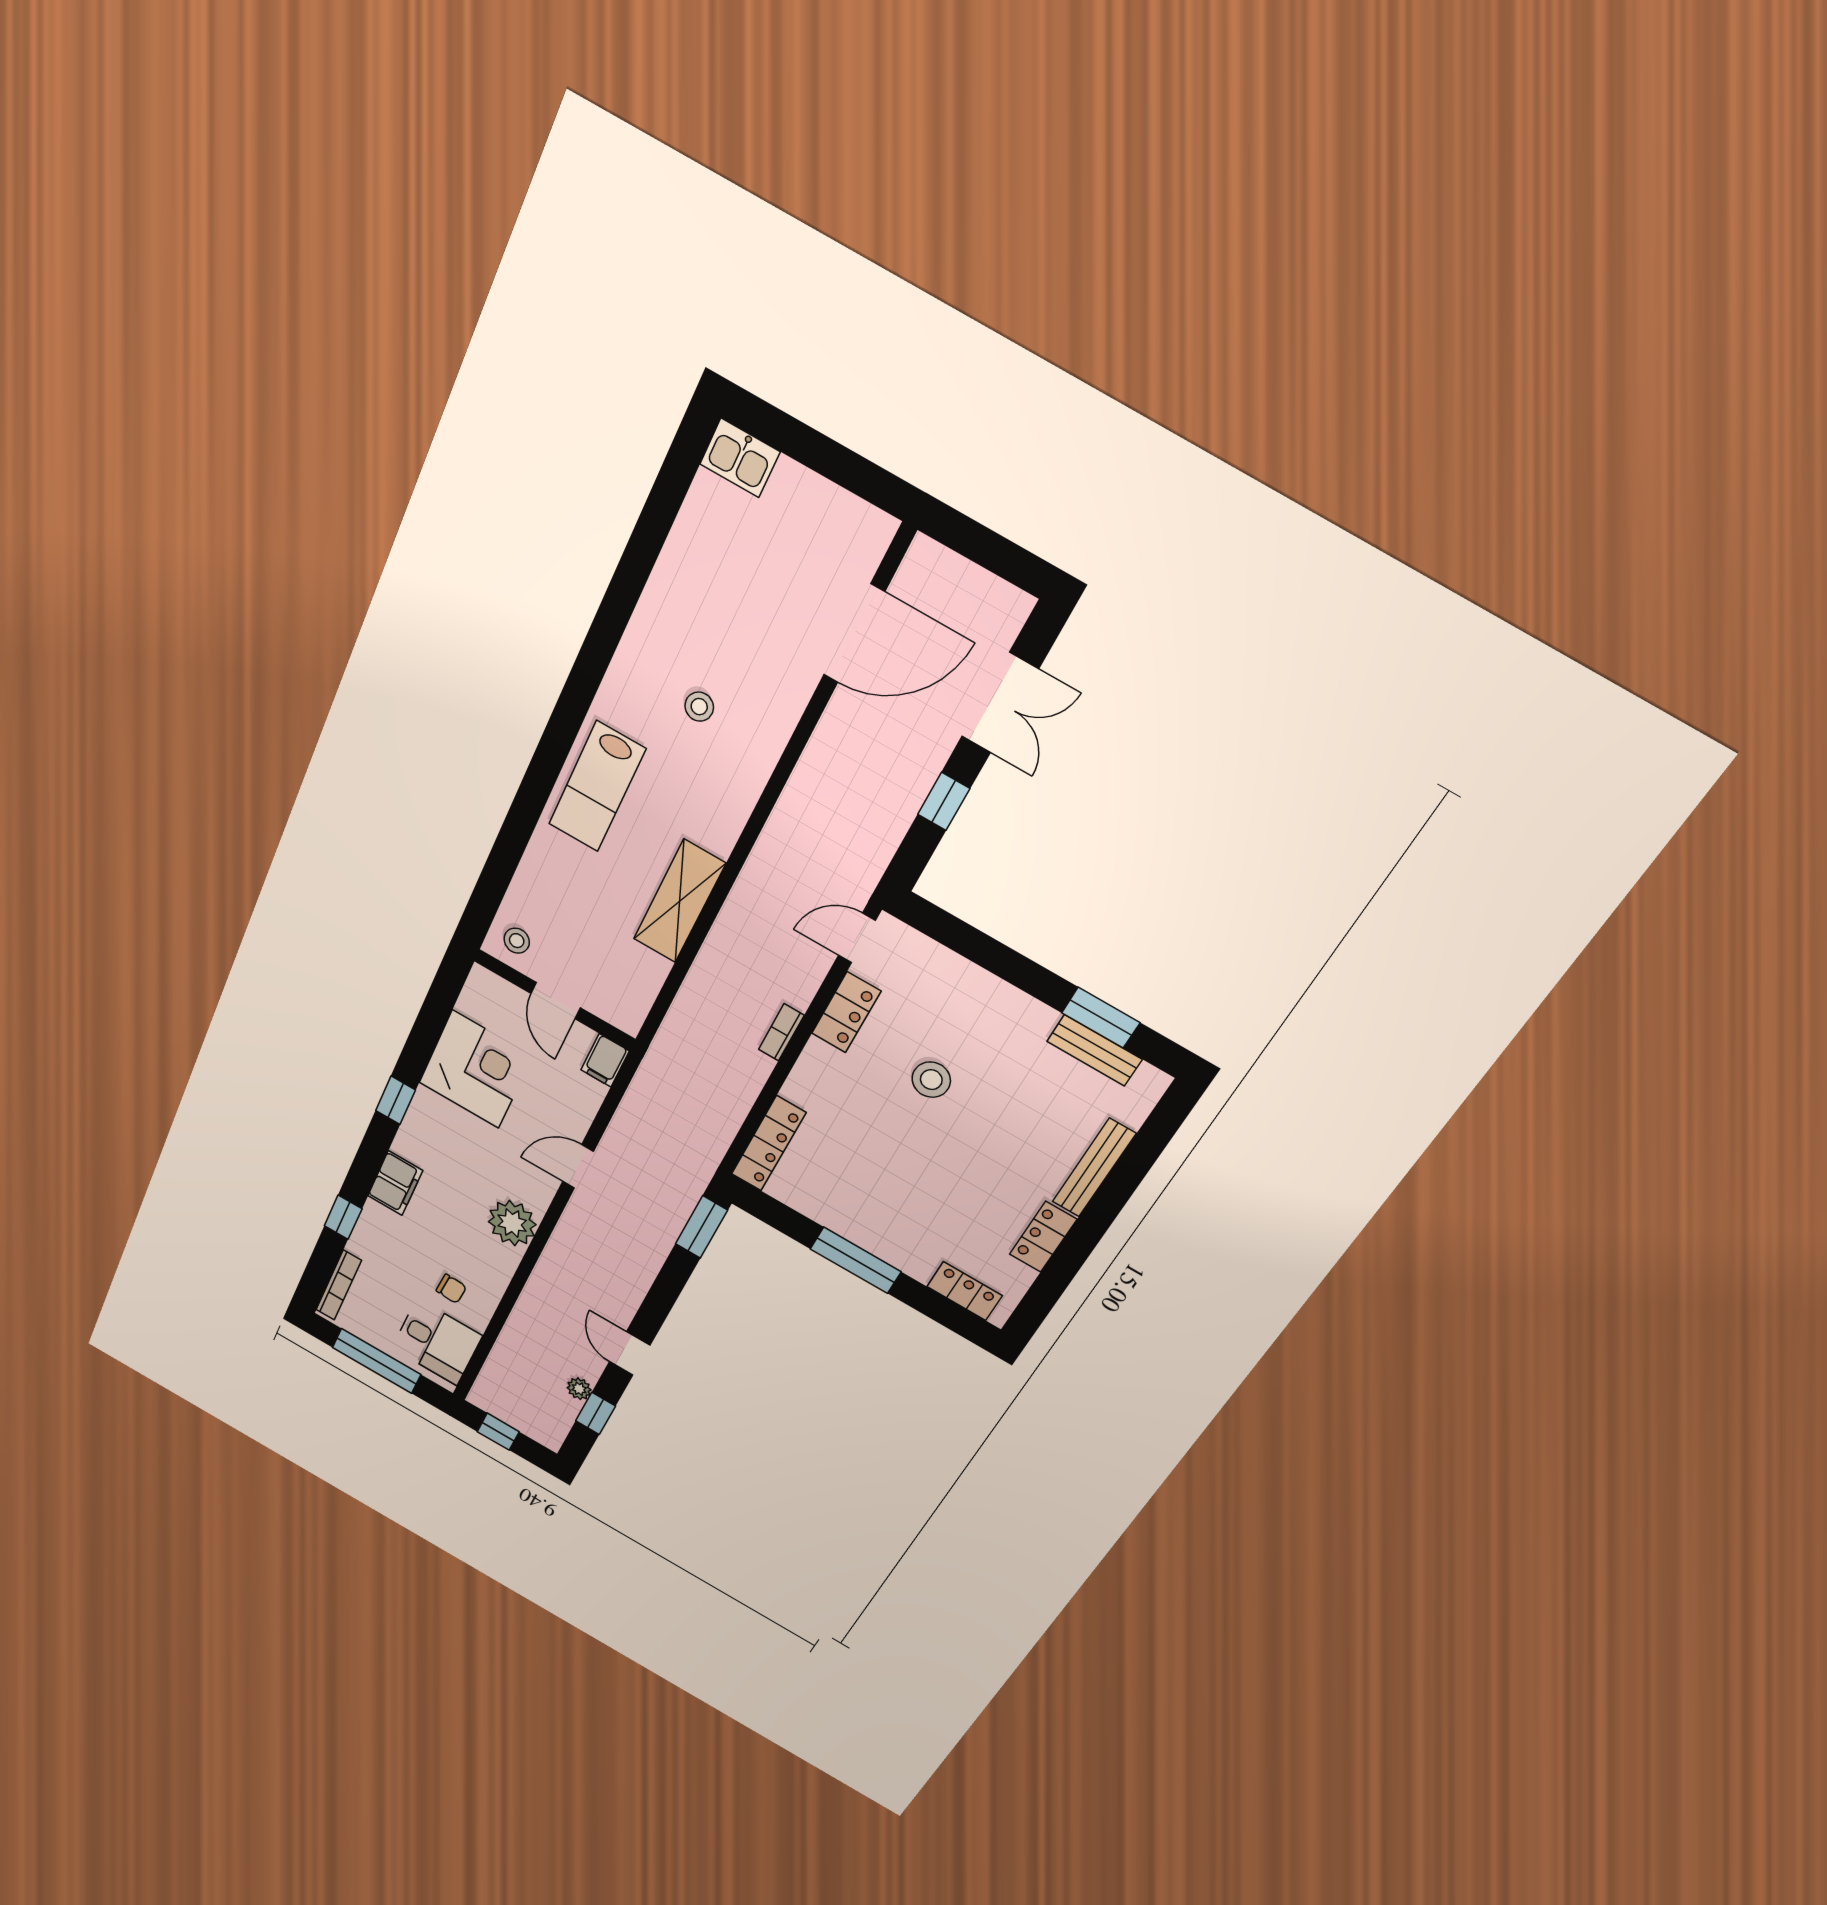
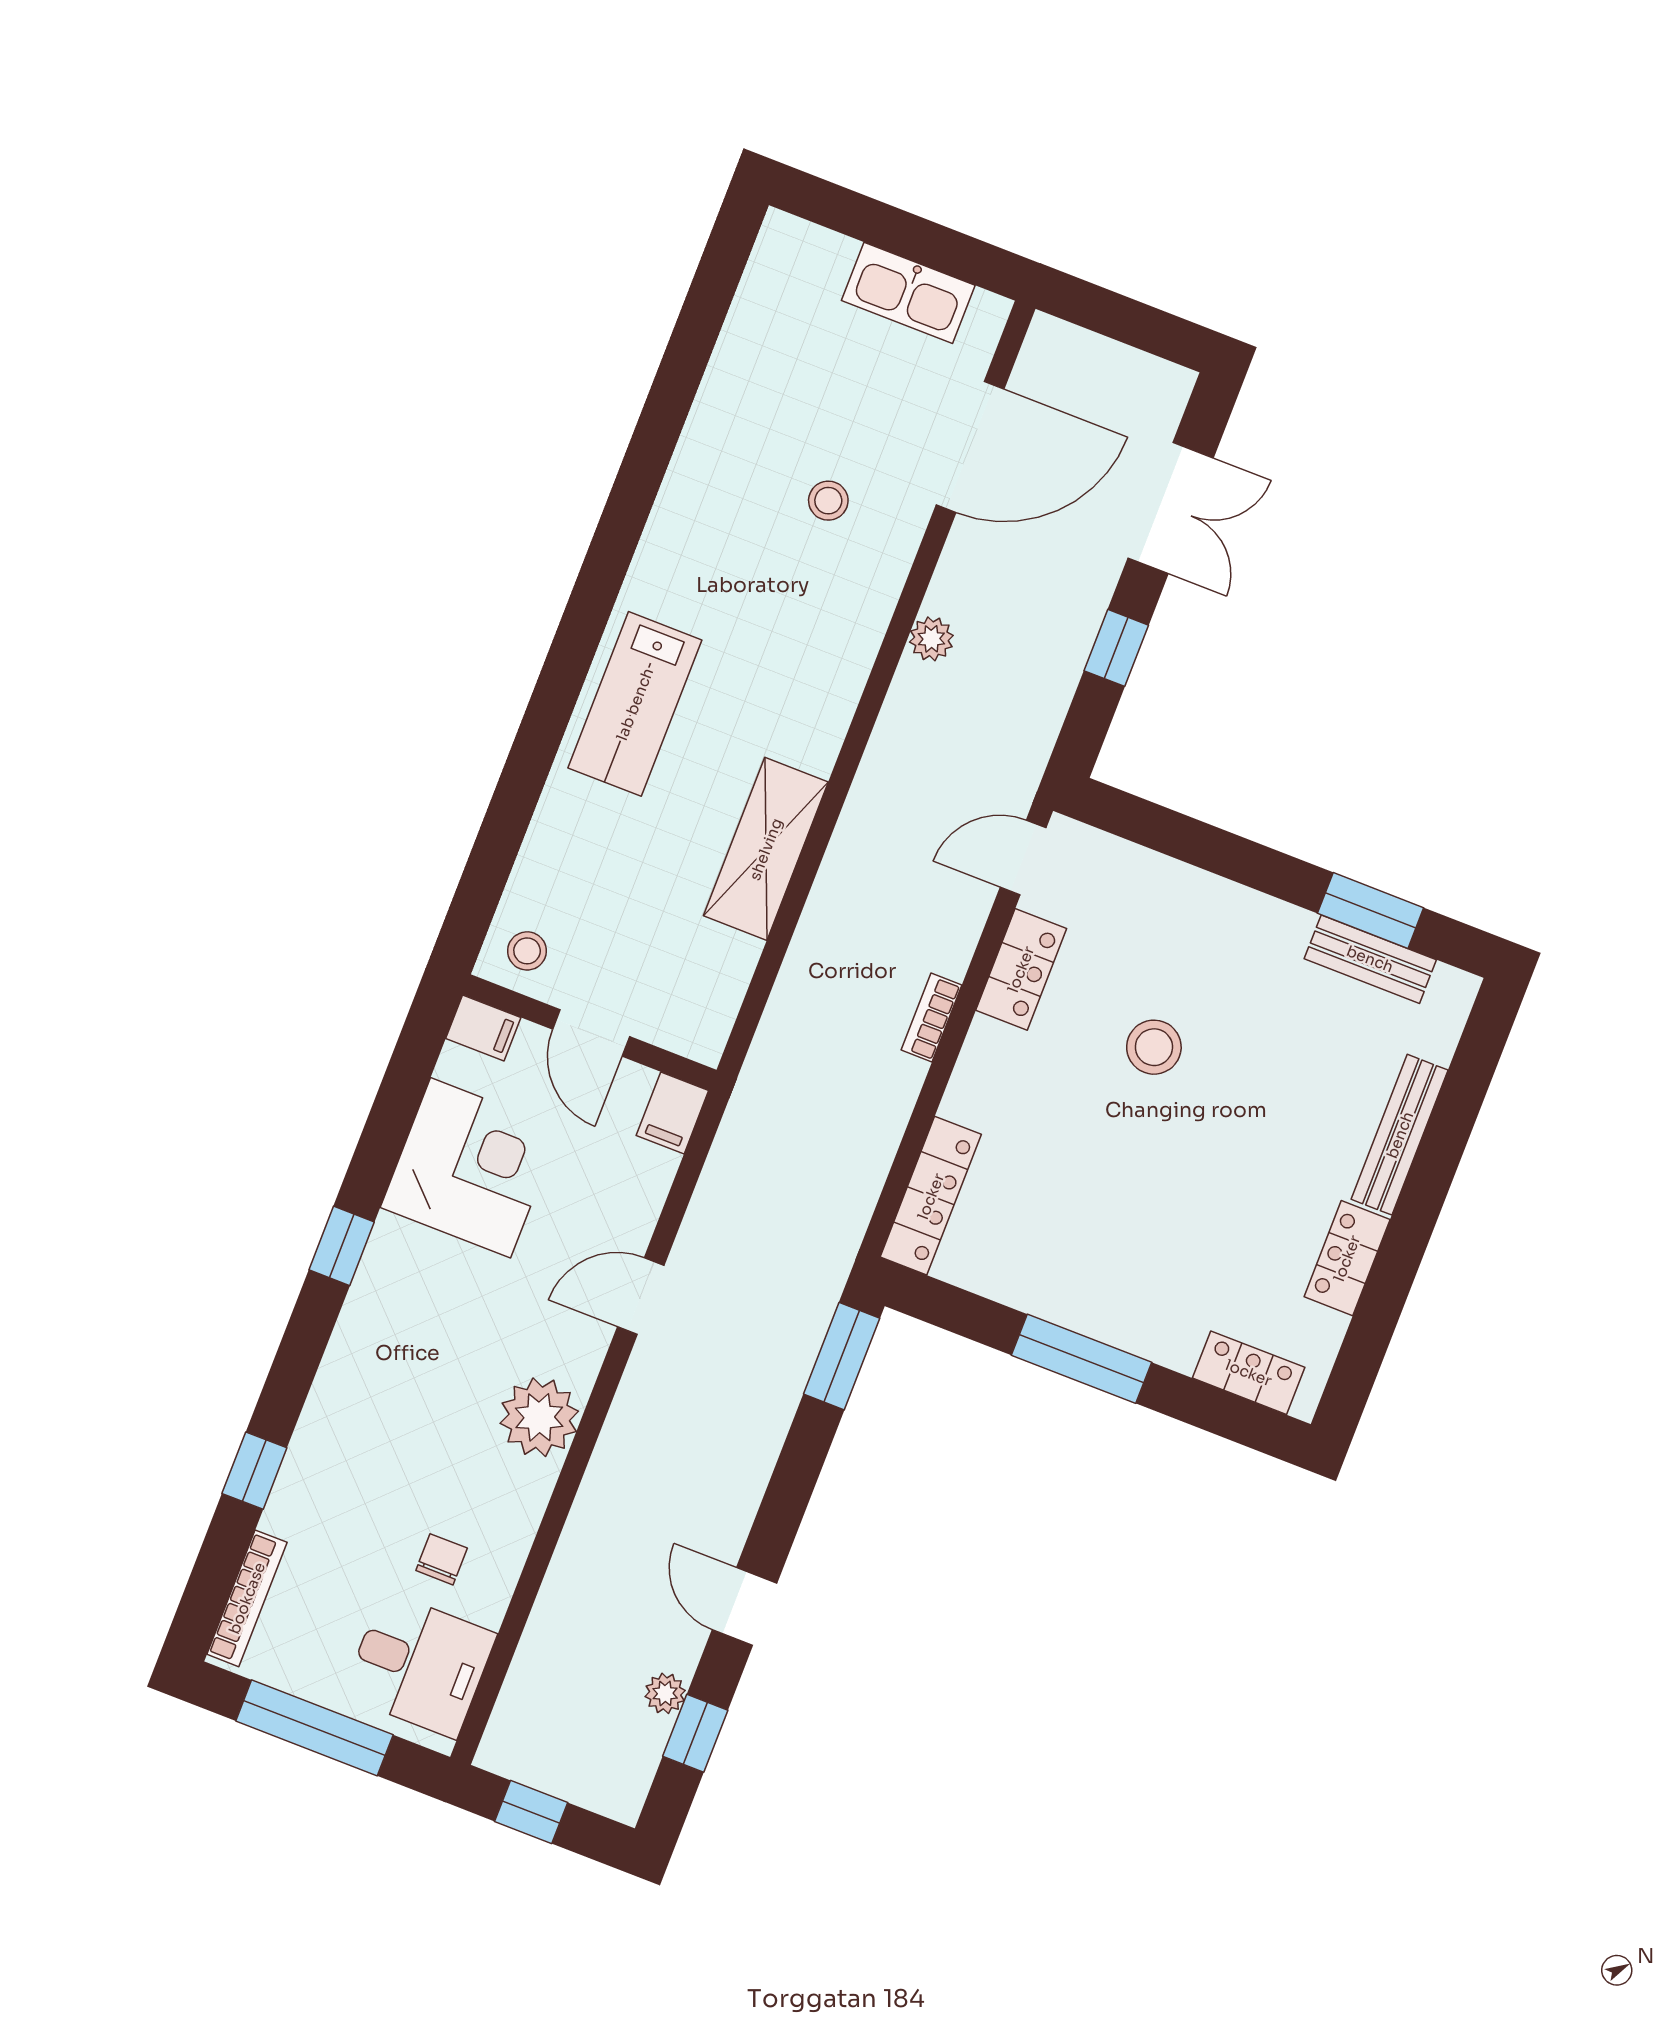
kitchen sink: (740, 458) -> (908, 293), moved, width x1.38
stool: (699, 707) -> (828, 501), moved
plant: (809, 773) -> (931, 639), added
filing cabinet: (395, 1183) -> (483, 1028), moved, width x0.50
chair: (451, 1289) -> (442, 1559), turned -93

